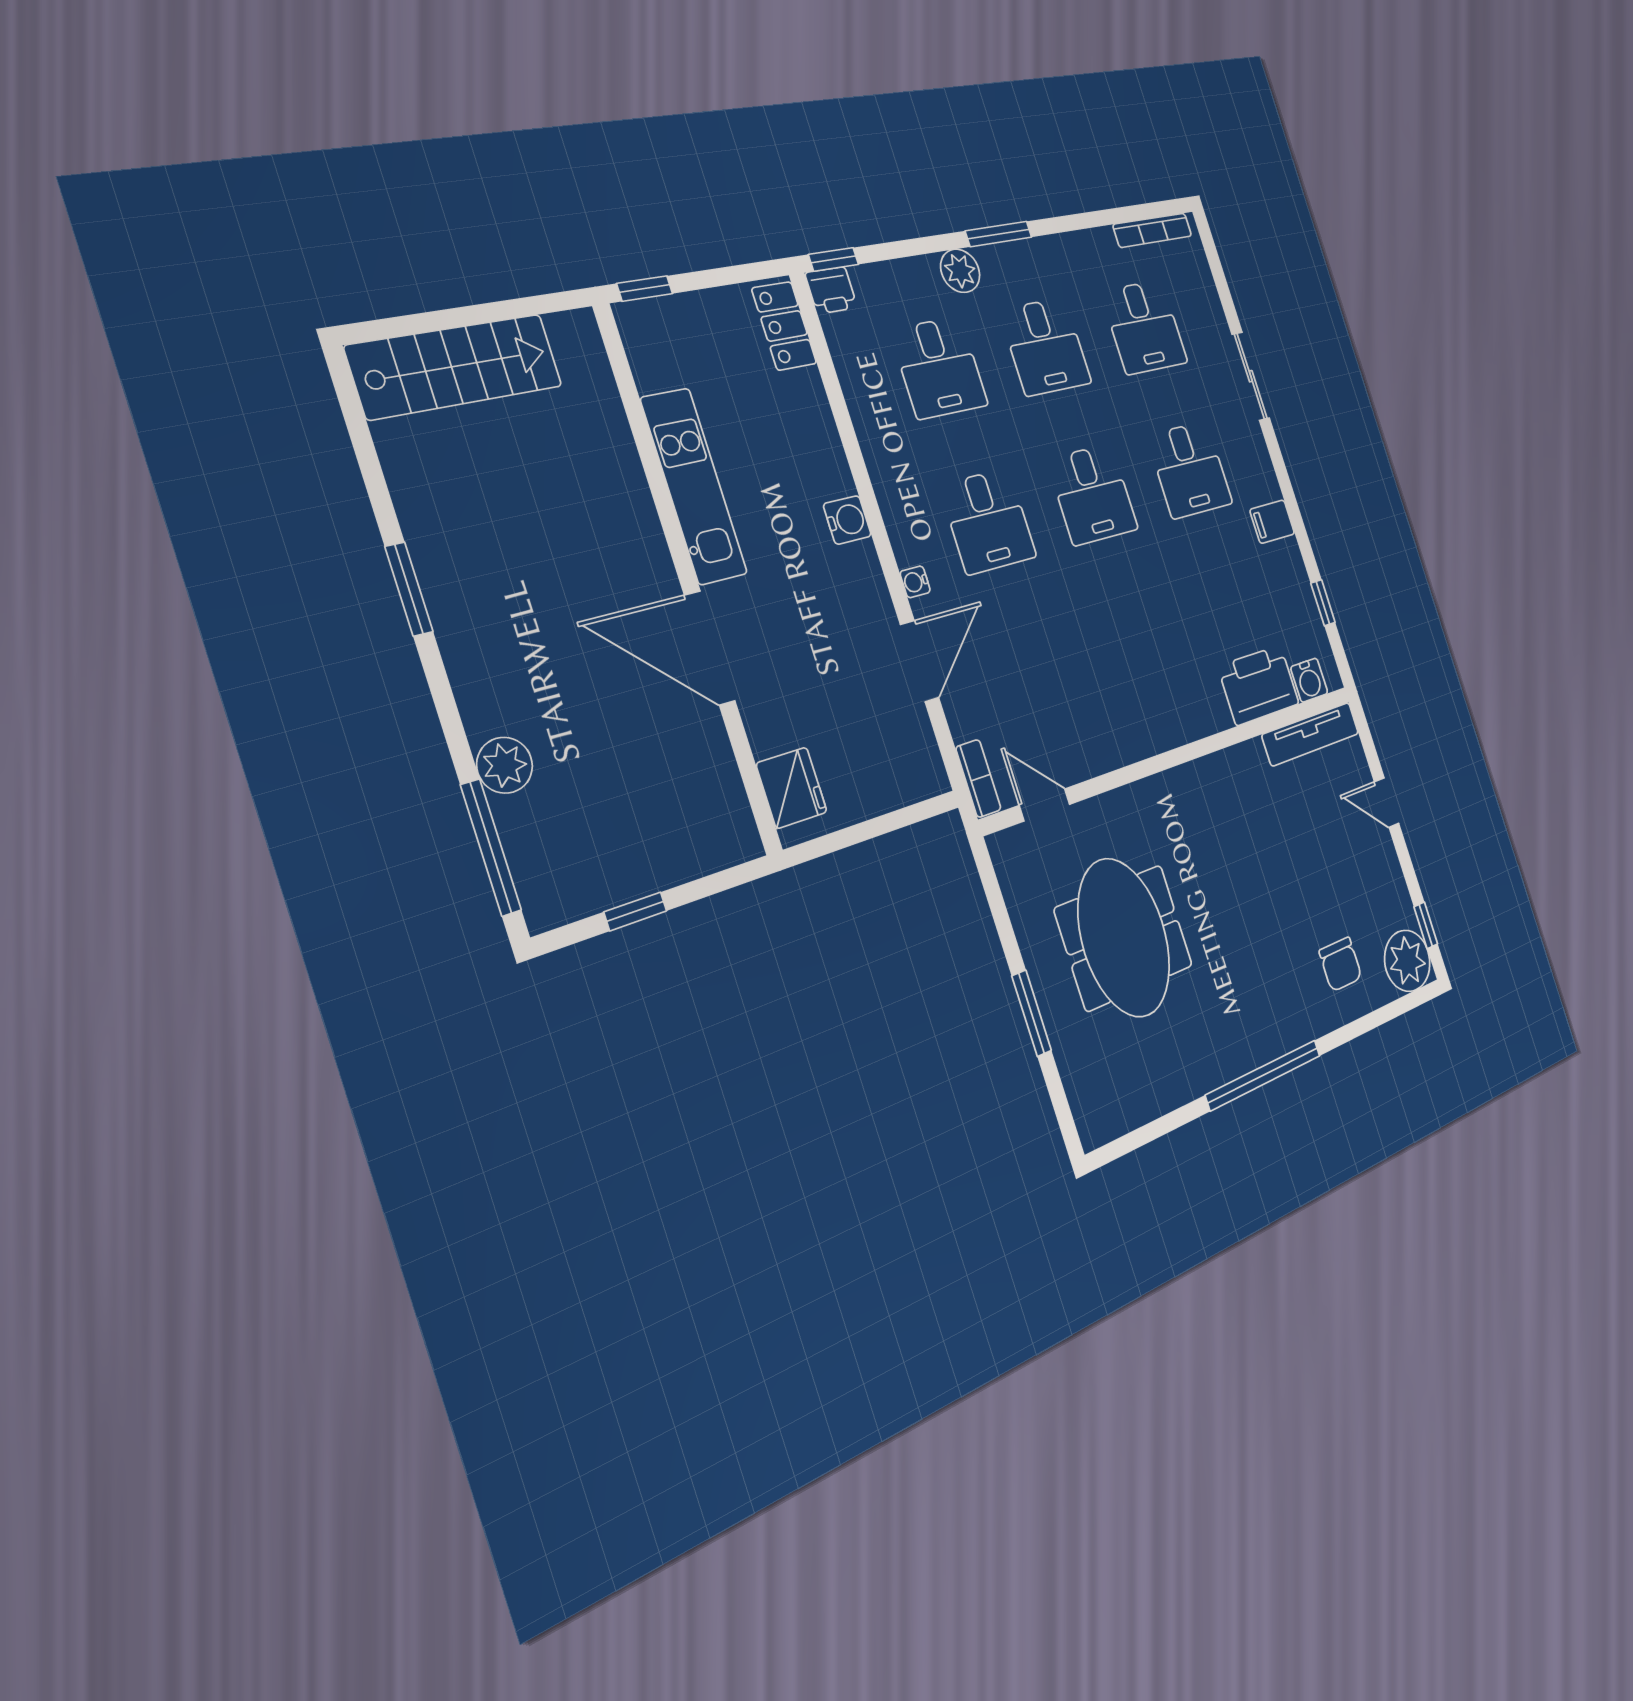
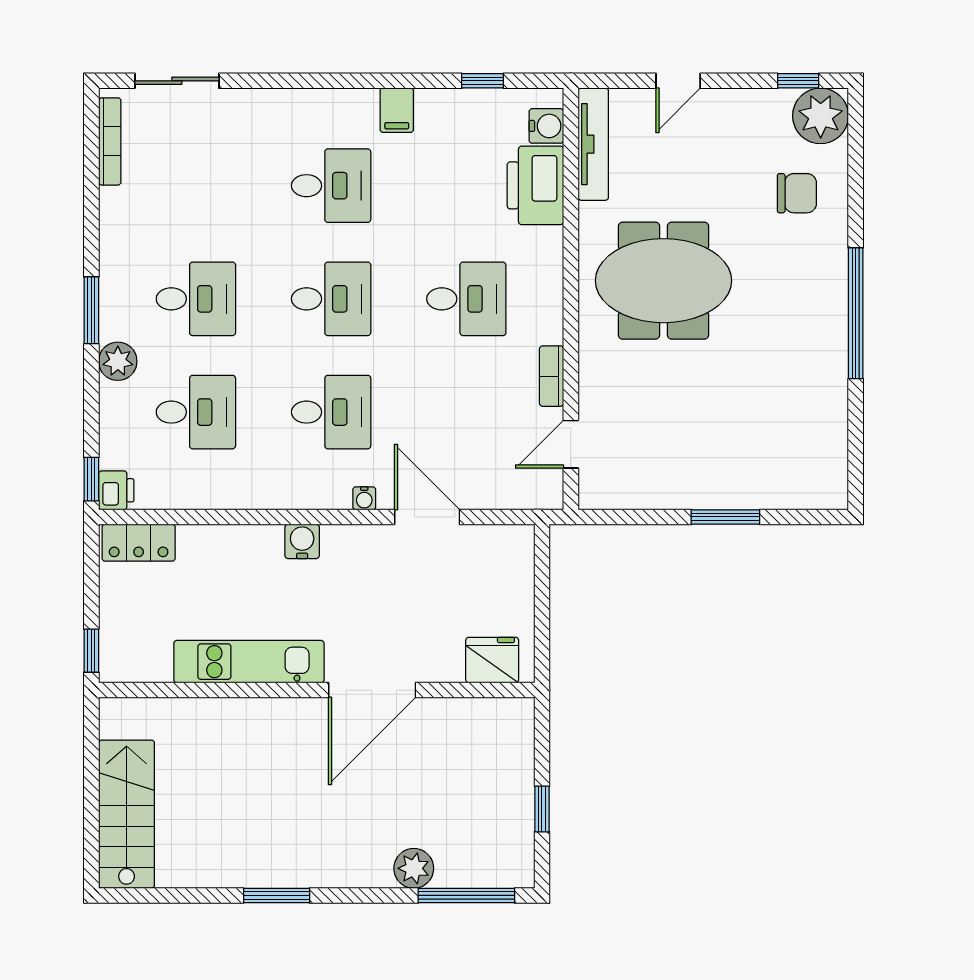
desk: (1144, 327) -> (466, 299), moved
sliding door: (1251, 376) -> (177, 81), moved
bookcase: (978, 778) -> (552, 376), moved, turned -90
meeting table: (1124, 937) -> (664, 281), moved

